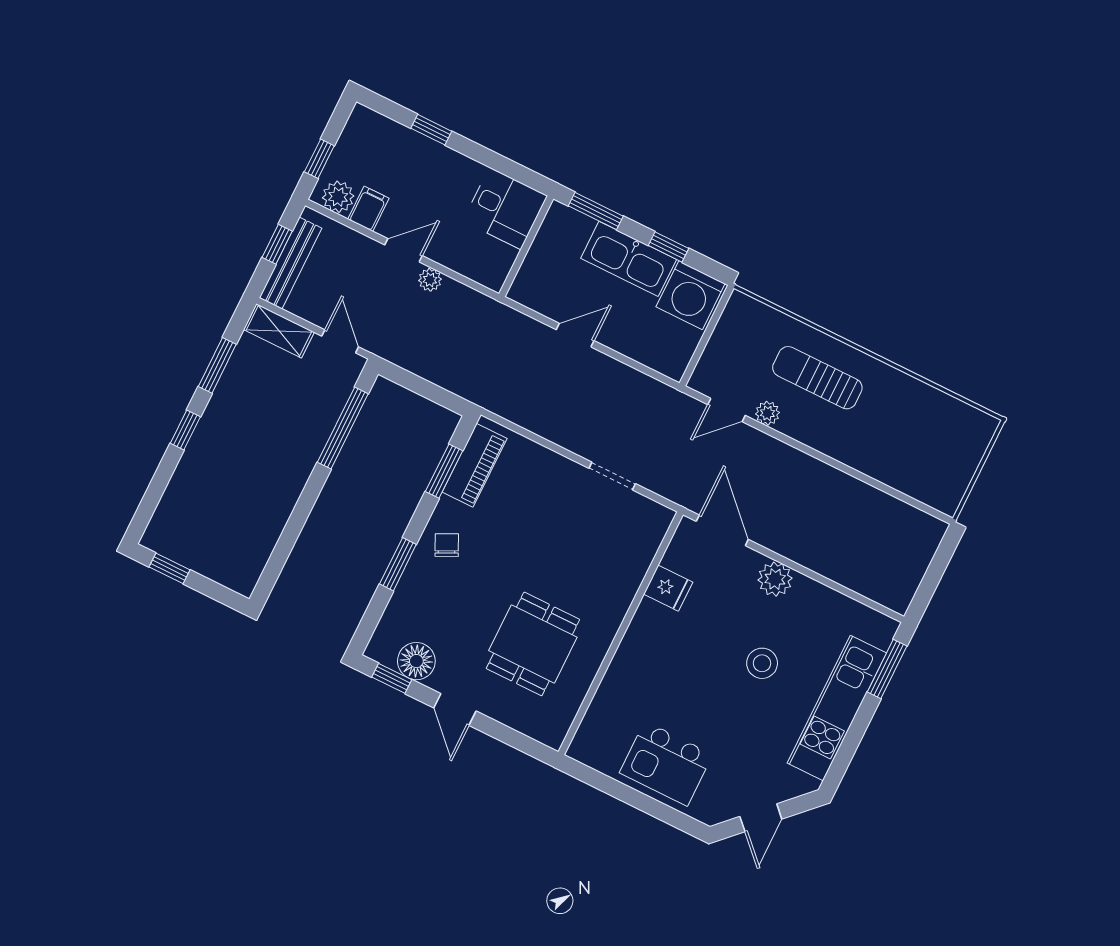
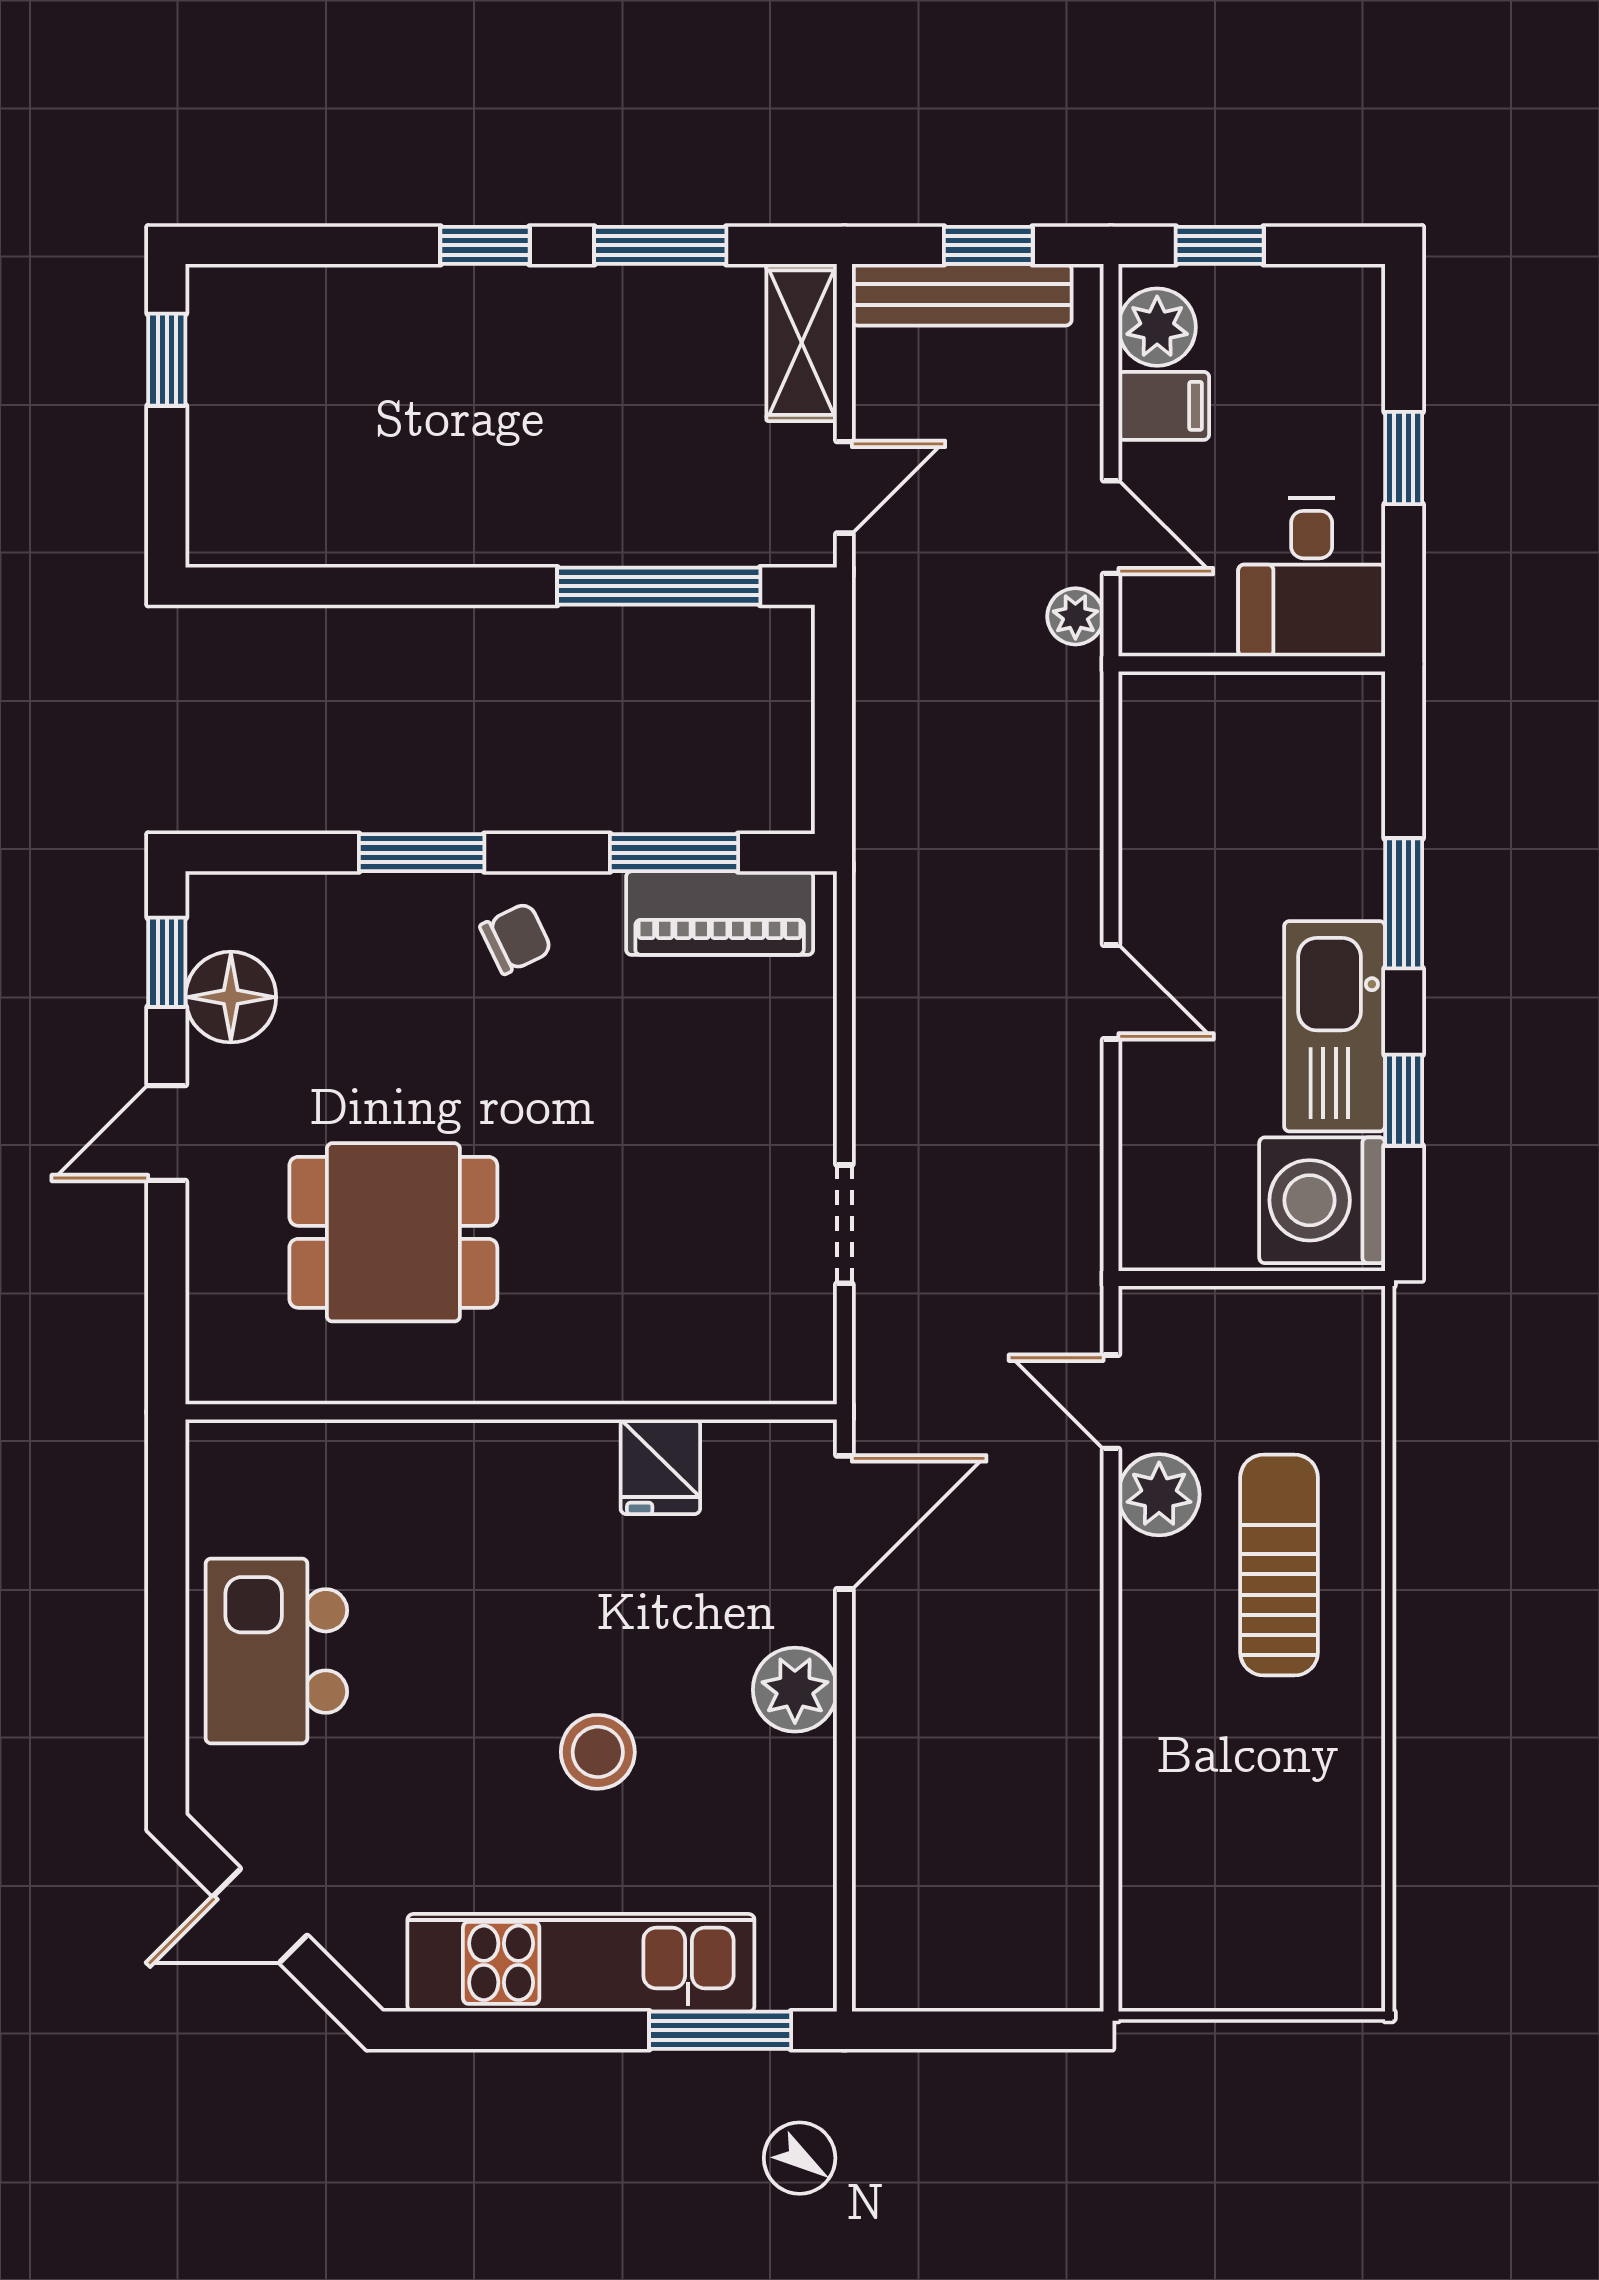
desk: (505, 208) -> (1312, 577), moved
wall: (526, 246) -> (1252, 664), moved
plant: (767, 413) -> (1159, 1495), width x1.38, depth x1.38

